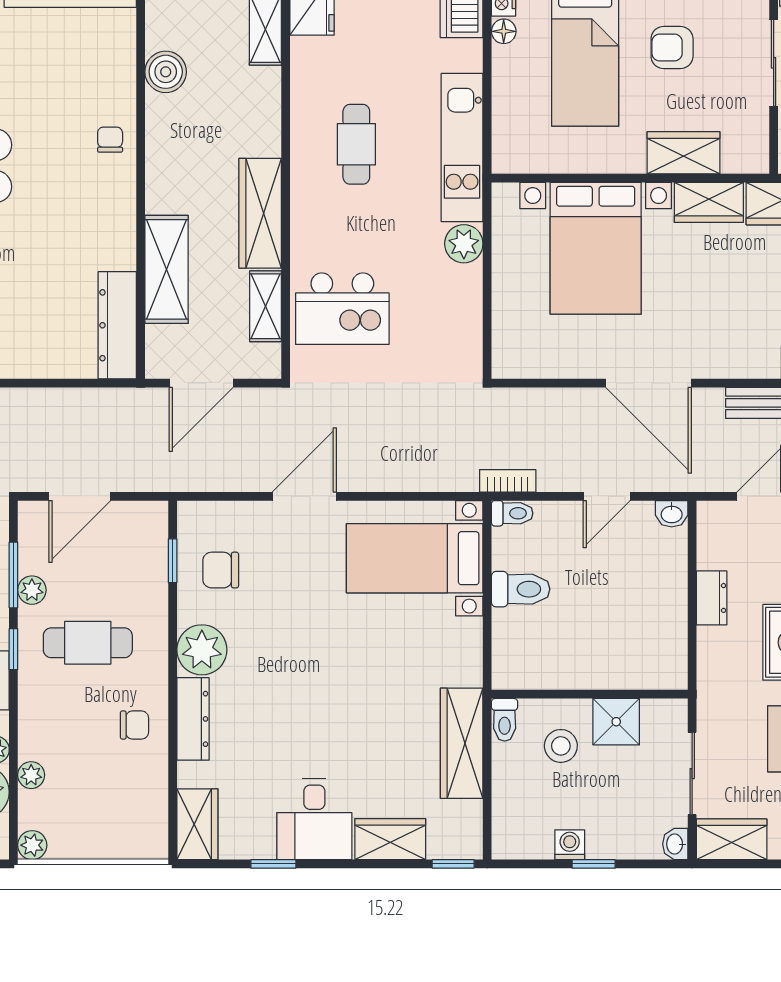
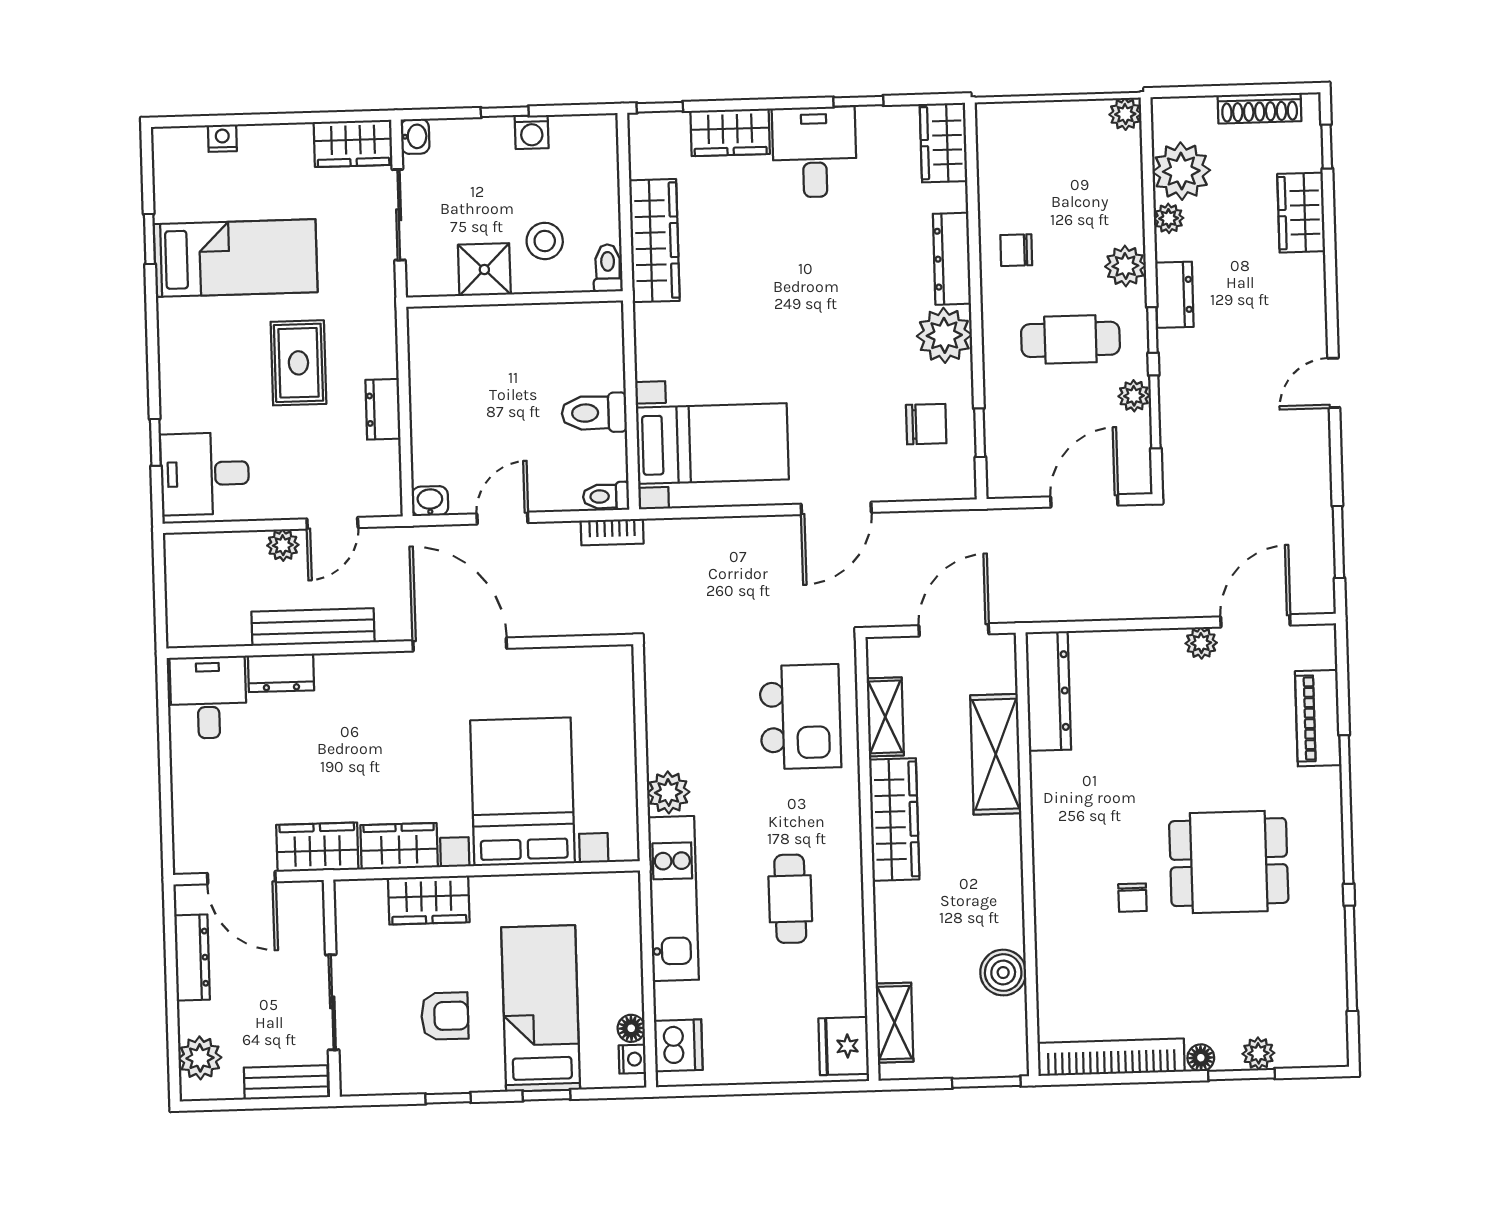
chair: (110, 140) -> (1132, 898), moved
kitchen island: (342, 309) -> (800, 717), turned 90
plant: (31, 775) -> (1125, 266), moved, width x1.38, depth x1.38

